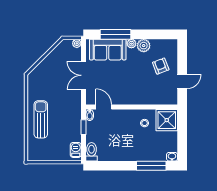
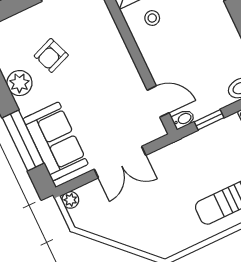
plant: (131, 44) -> (26, 105), removed
armchair: (161, 66) -> (51, 55), moved
door: (104, 107) -> (158, 102), swing flipped

